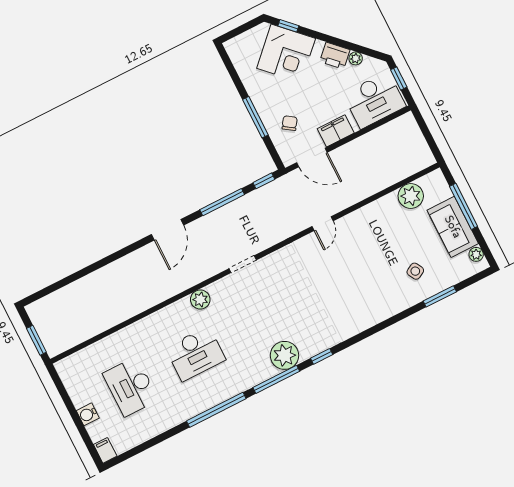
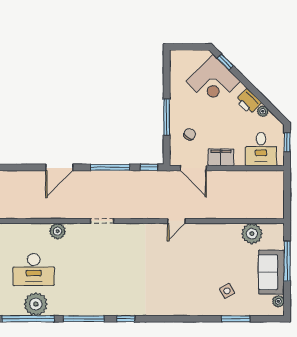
desk: (374, 100) -> (261, 149), width x0.73
plant: (284, 355) -> (36, 304), moved

